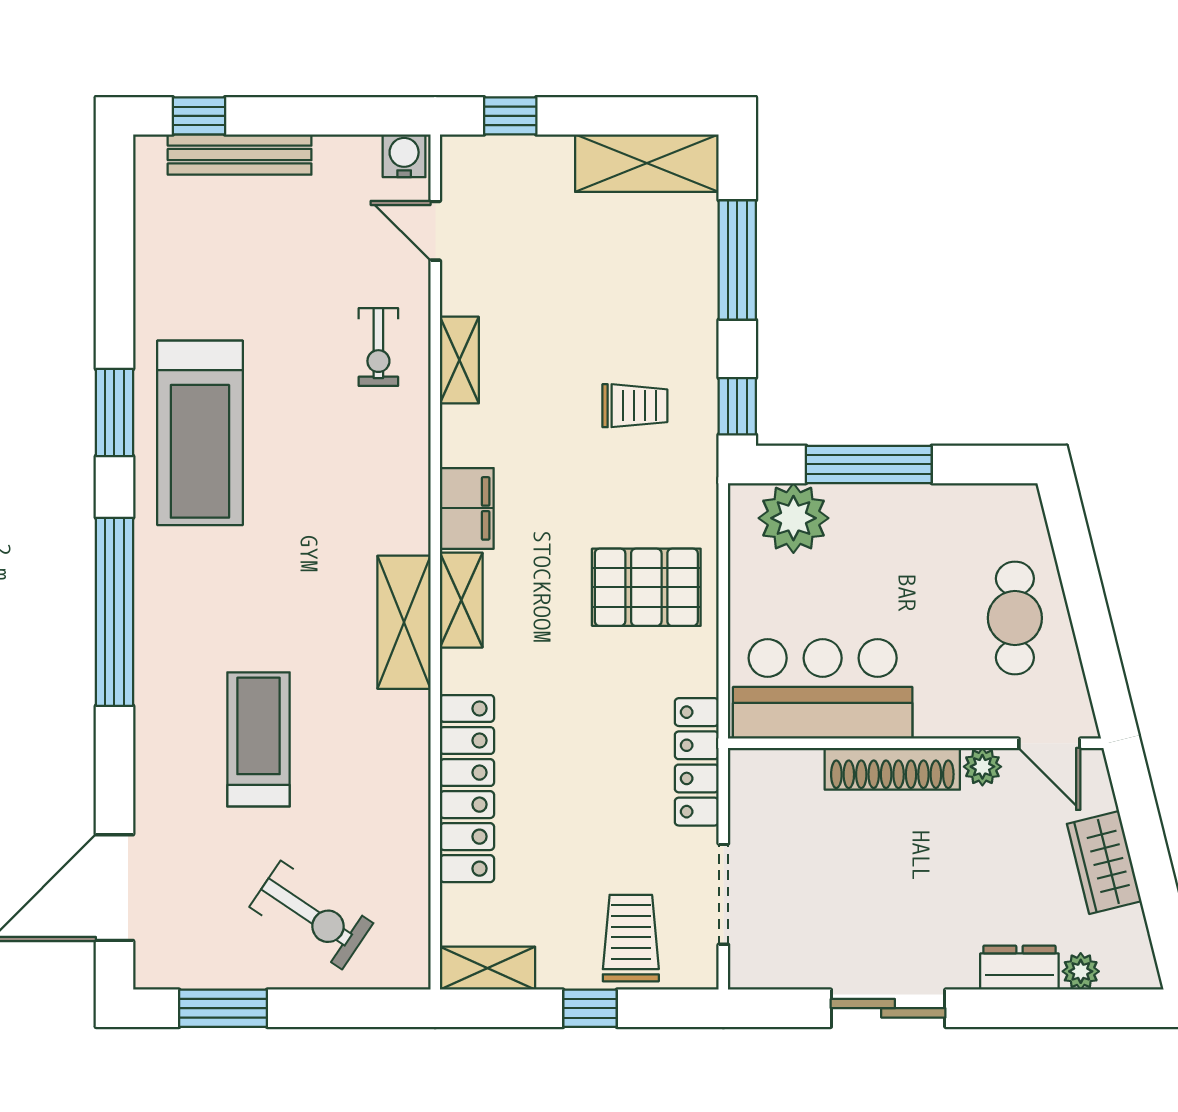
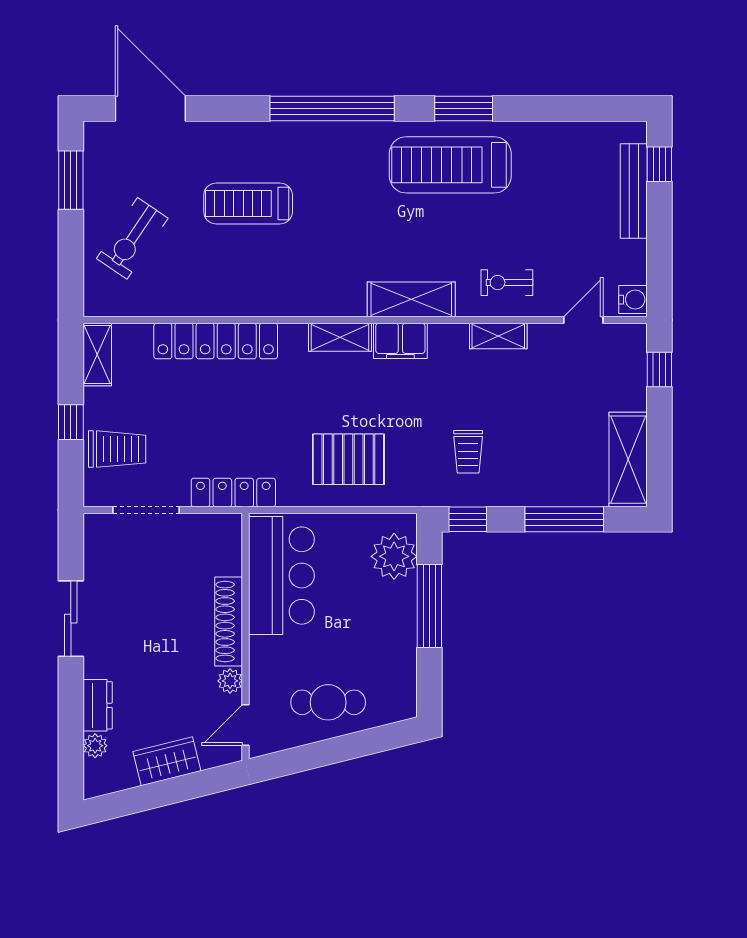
pallet: (646, 587) -> (348, 459), turned 90
shelving: (404, 622) -> (411, 299), moved
treadmill: (259, 739) -> (248, 204), turned 180

